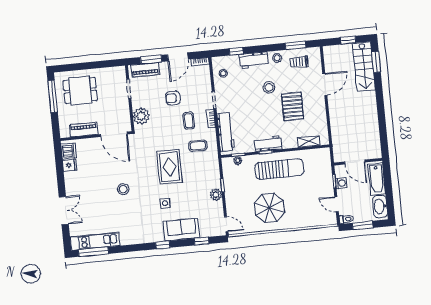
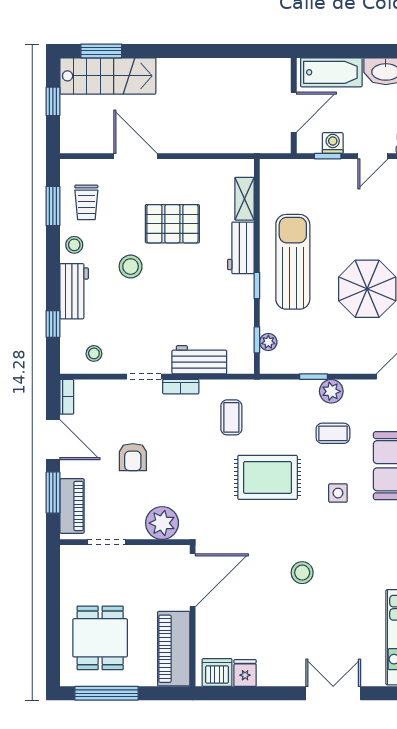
coffee table: (189, 121) -> (333, 433), moved
piano: (84, 130) -> (174, 649), width x1.37, depth x1.33
workbench: (226, 132) -> (199, 360), width x0.73
workbench: (268, 144) -> (241, 248), moved

